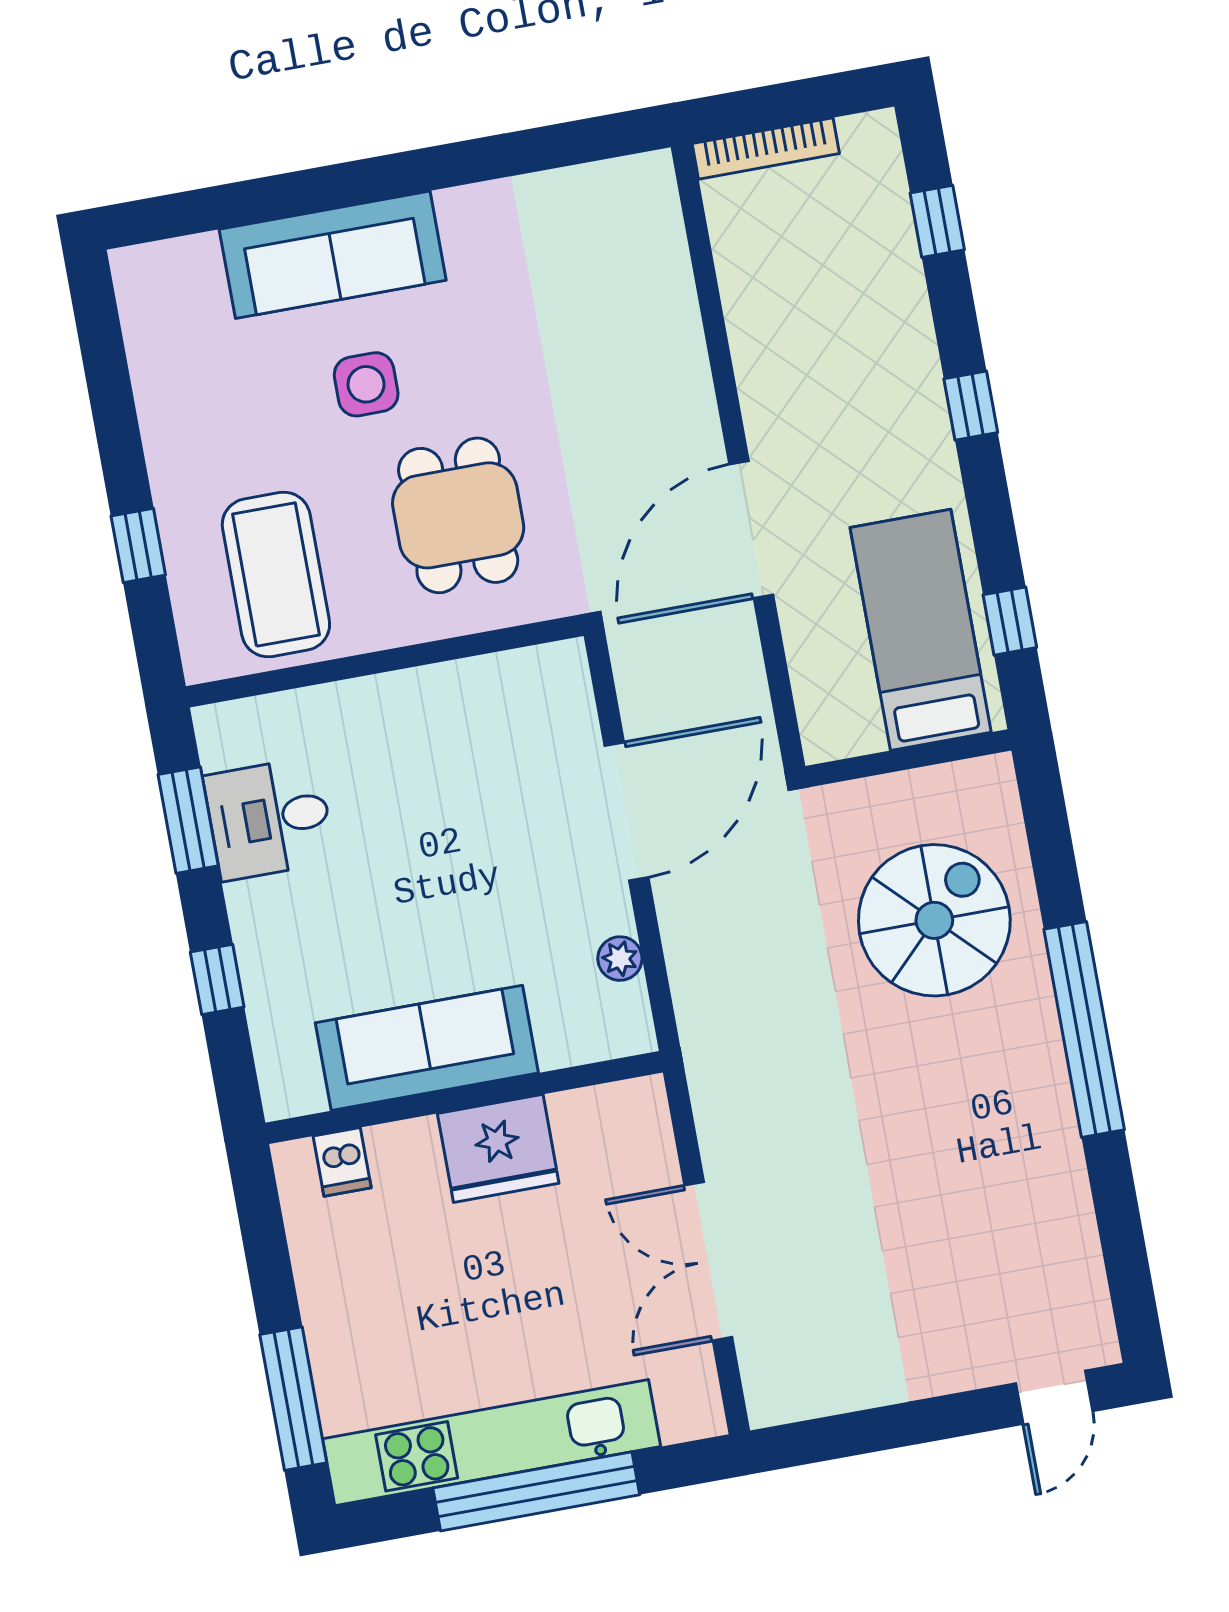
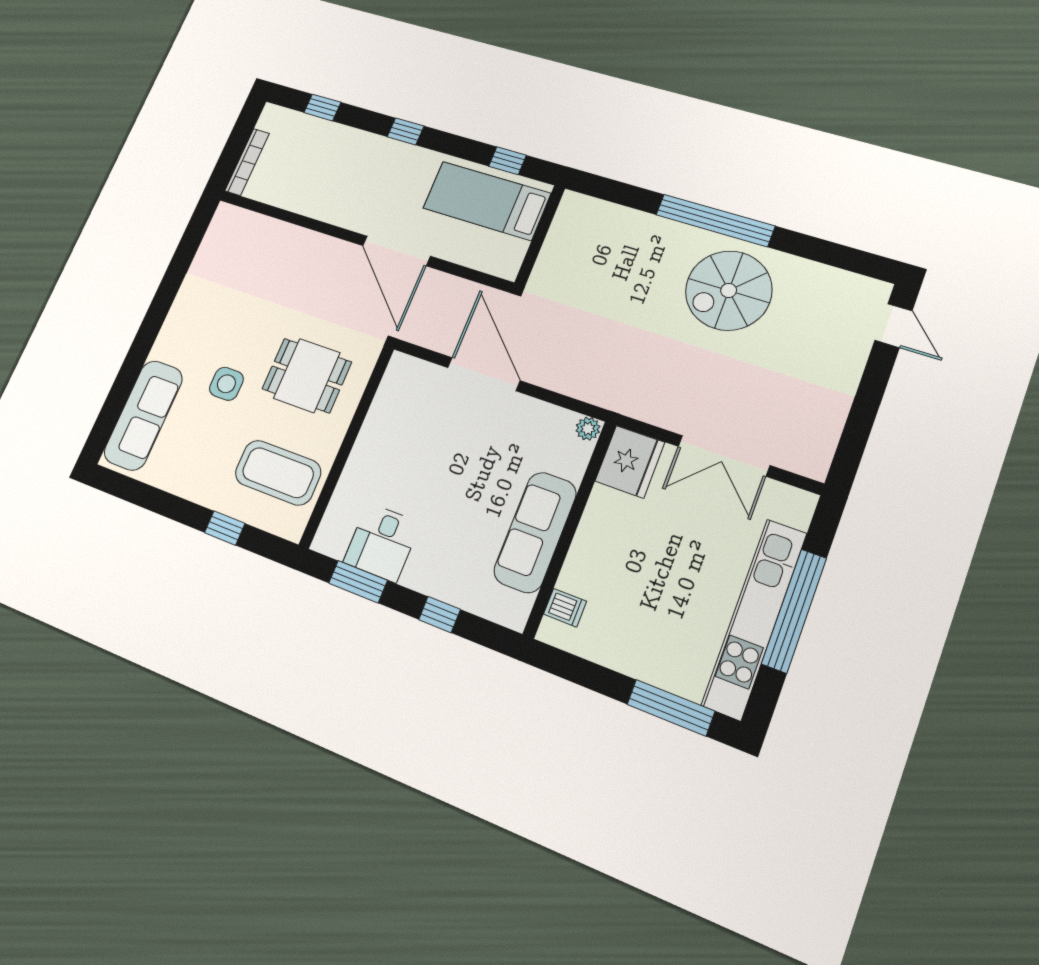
sofa: (333, 255) -> (143, 415), moved
spiral stairs: (934, 920) -> (729, 290), moved, turned -90
plant: (620, 959) -> (588, 429), moved
fridge: (498, 1148) -> (630, 462), moved

